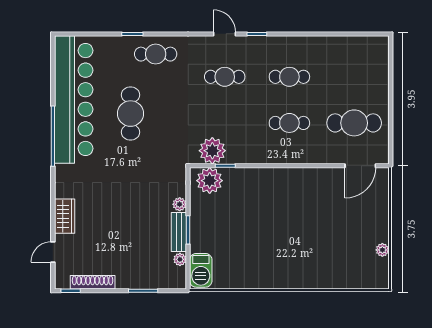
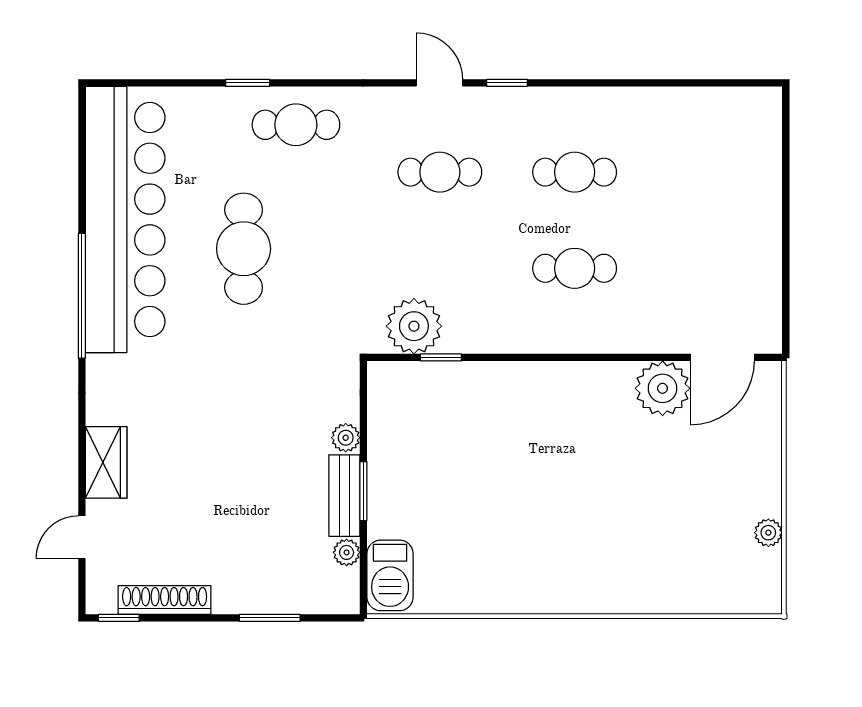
cafe table: (354, 123) -> (709, 268), removed
plant: (210, 181) -> (663, 388), moved

